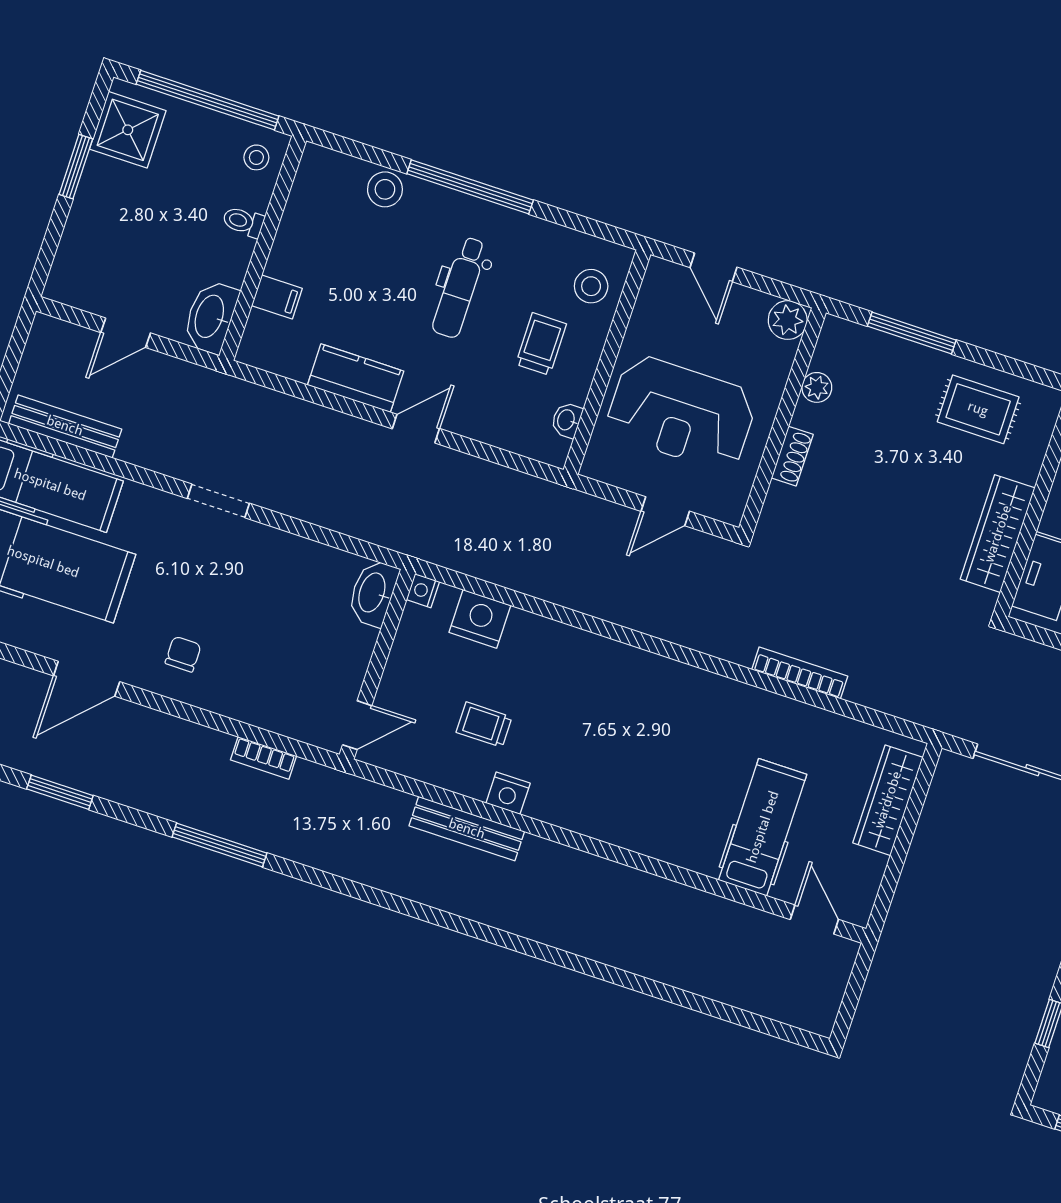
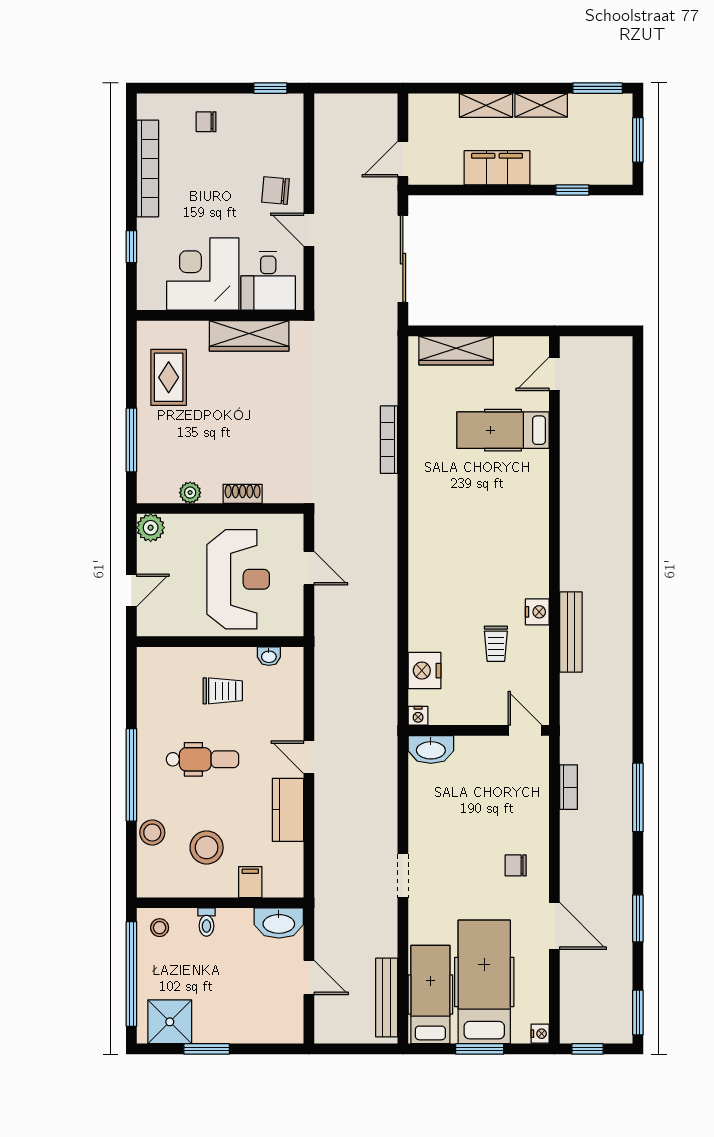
stool: (591, 286) -> (207, 847), moved, width x1.38, depth x1.38
trolley: (541, 344) -> (223, 691), turned 180

